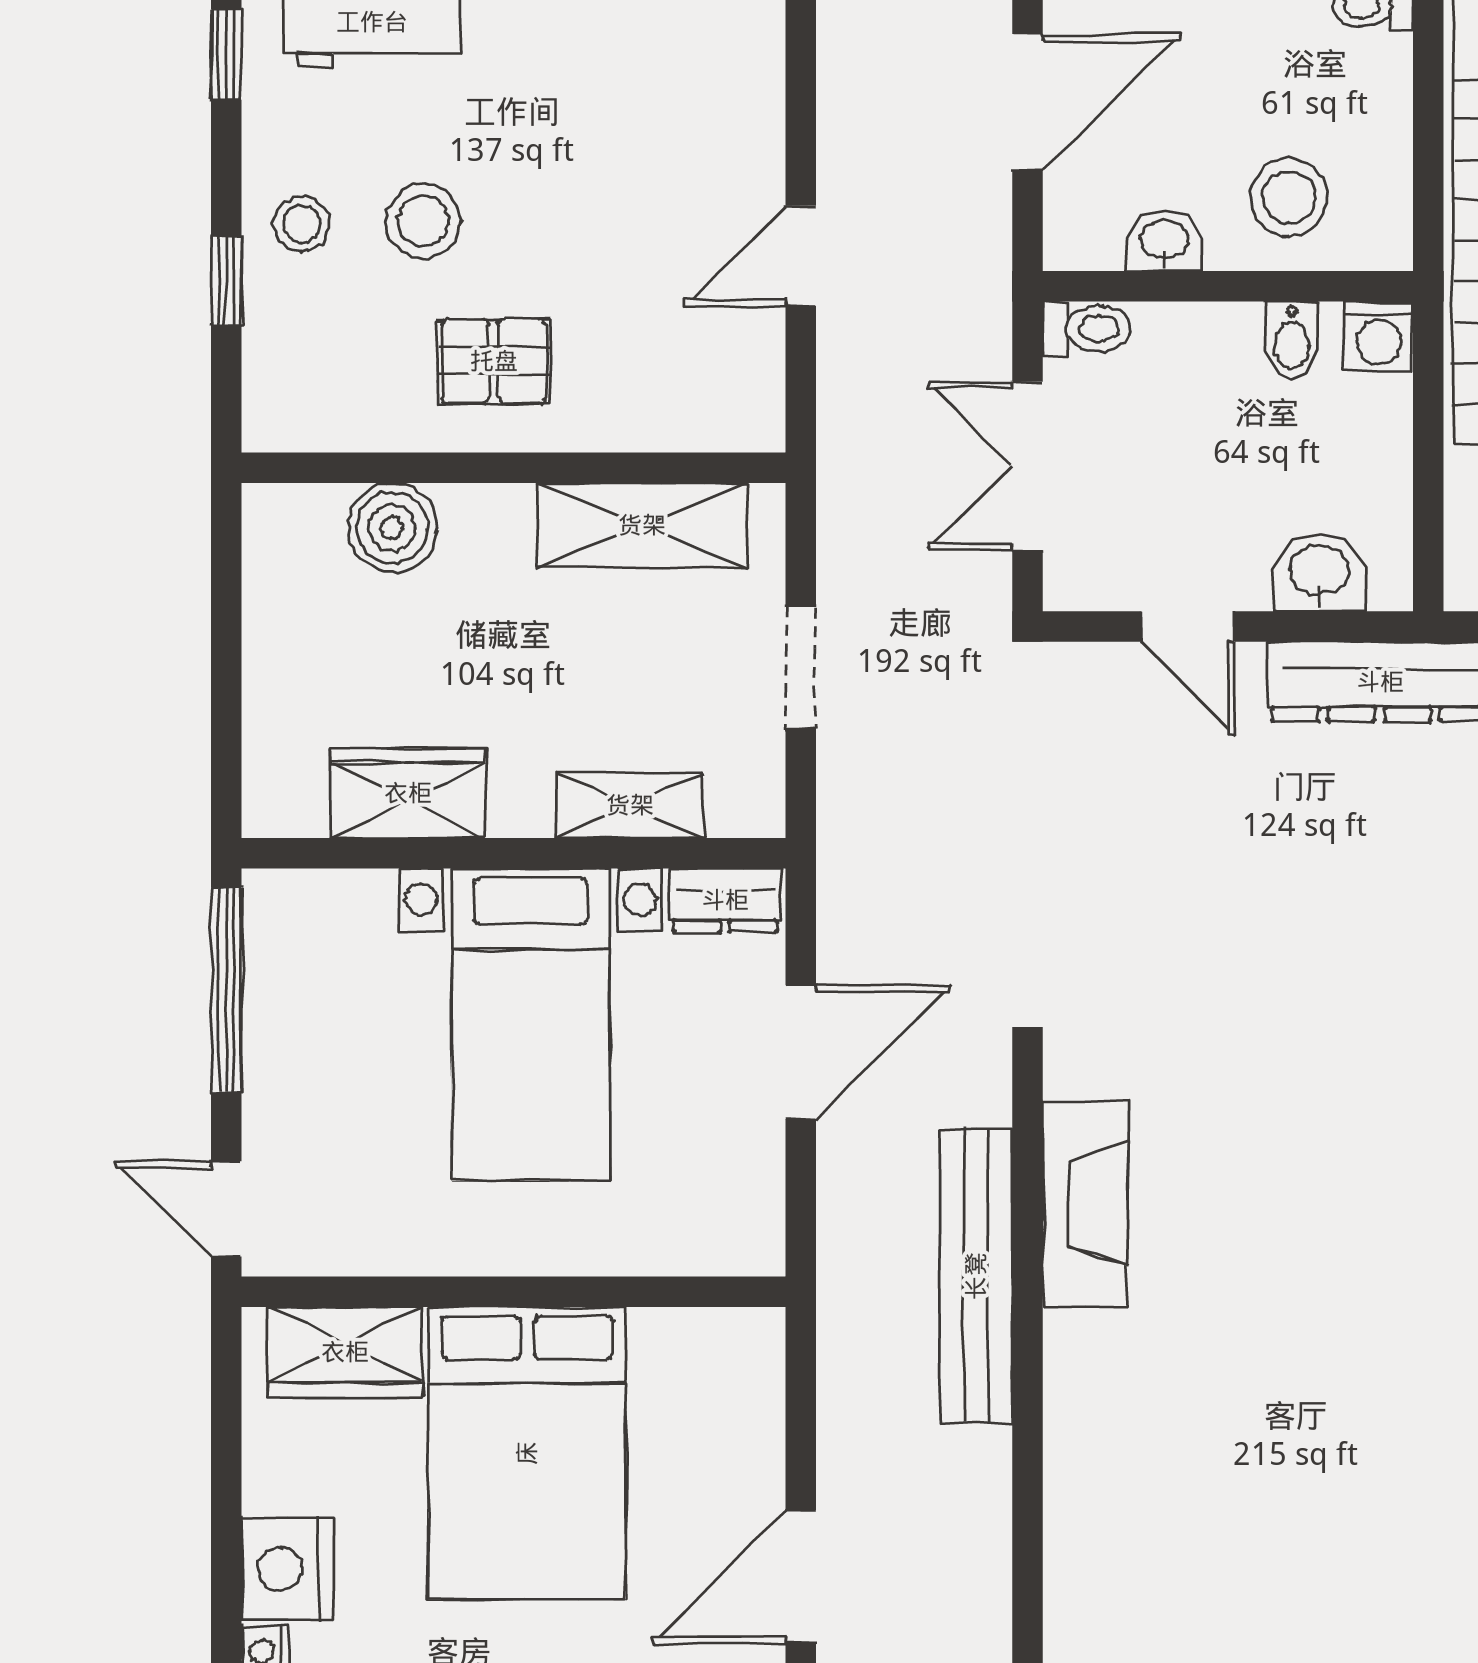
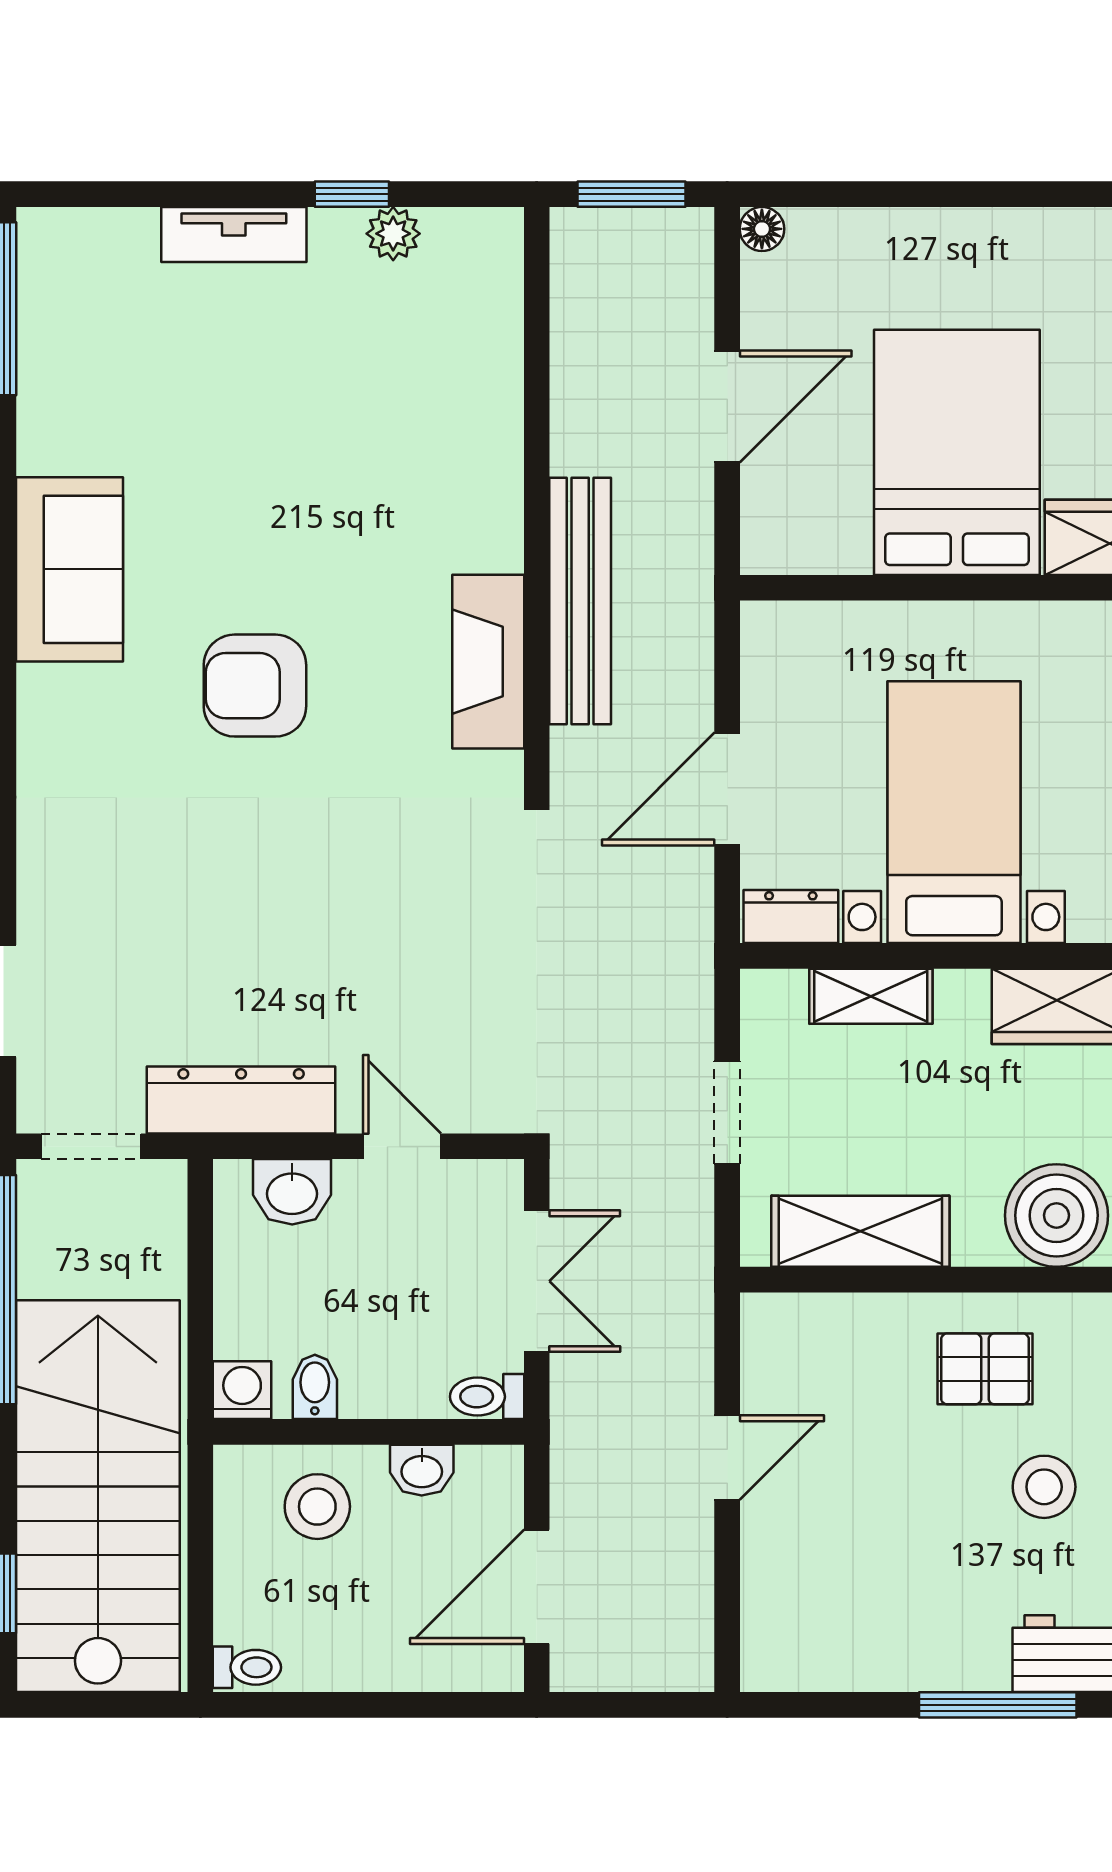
boiler: (392, 528) -> (1056, 1215), width x1.37, depth x1.37
armchair: (1363, 1175) -> (255, 686), added
door: (801, 1577) -> (727, 406), moved

